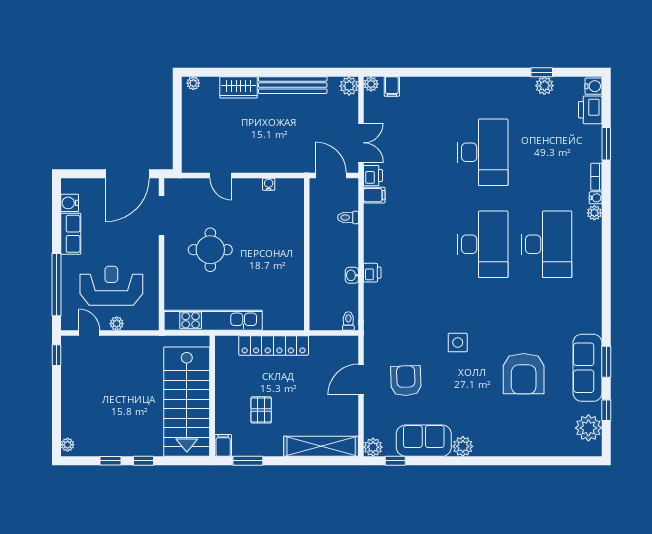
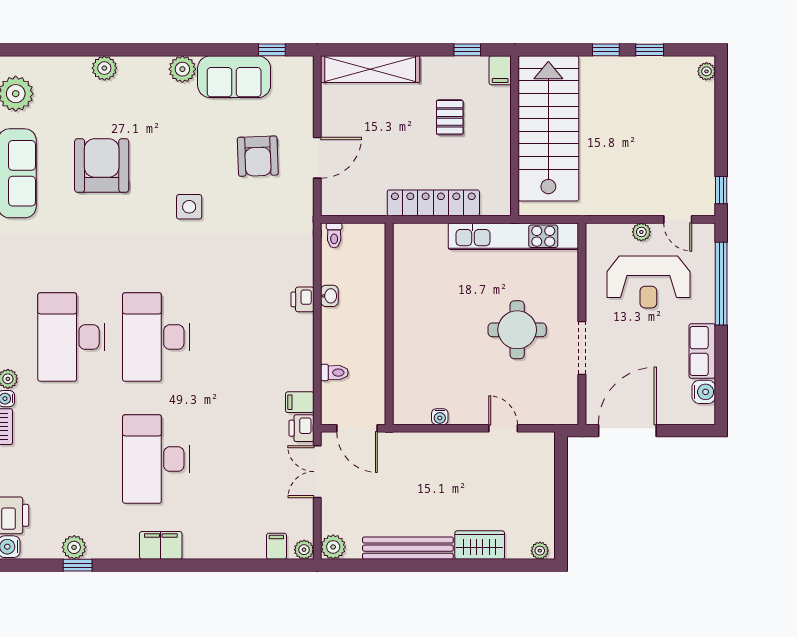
filing cabinet: (479, 87) -> (161, 545), added
doorway: (161, 216) -> (582, 348), moved
plant: (373, 447) -> (104, 68), moved
window: (248, 461) -> (467, 50), width x0.67

